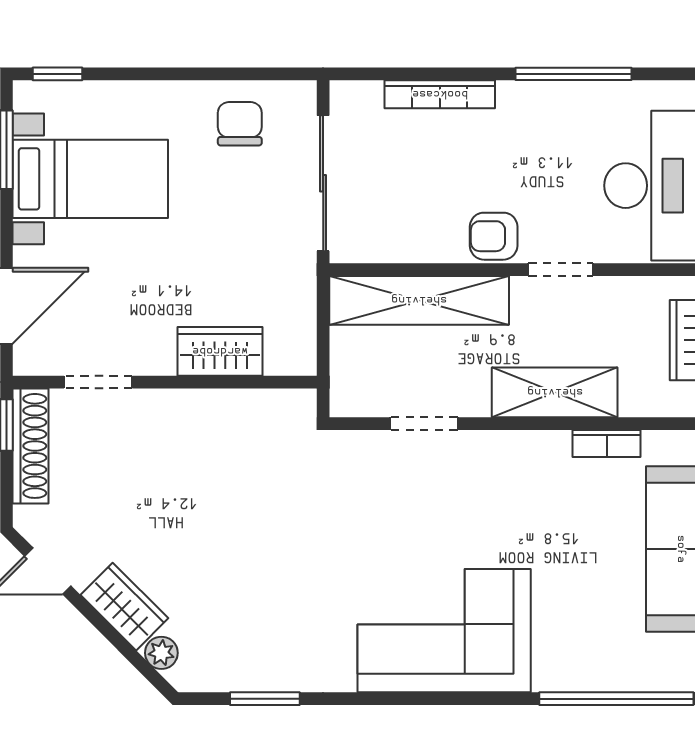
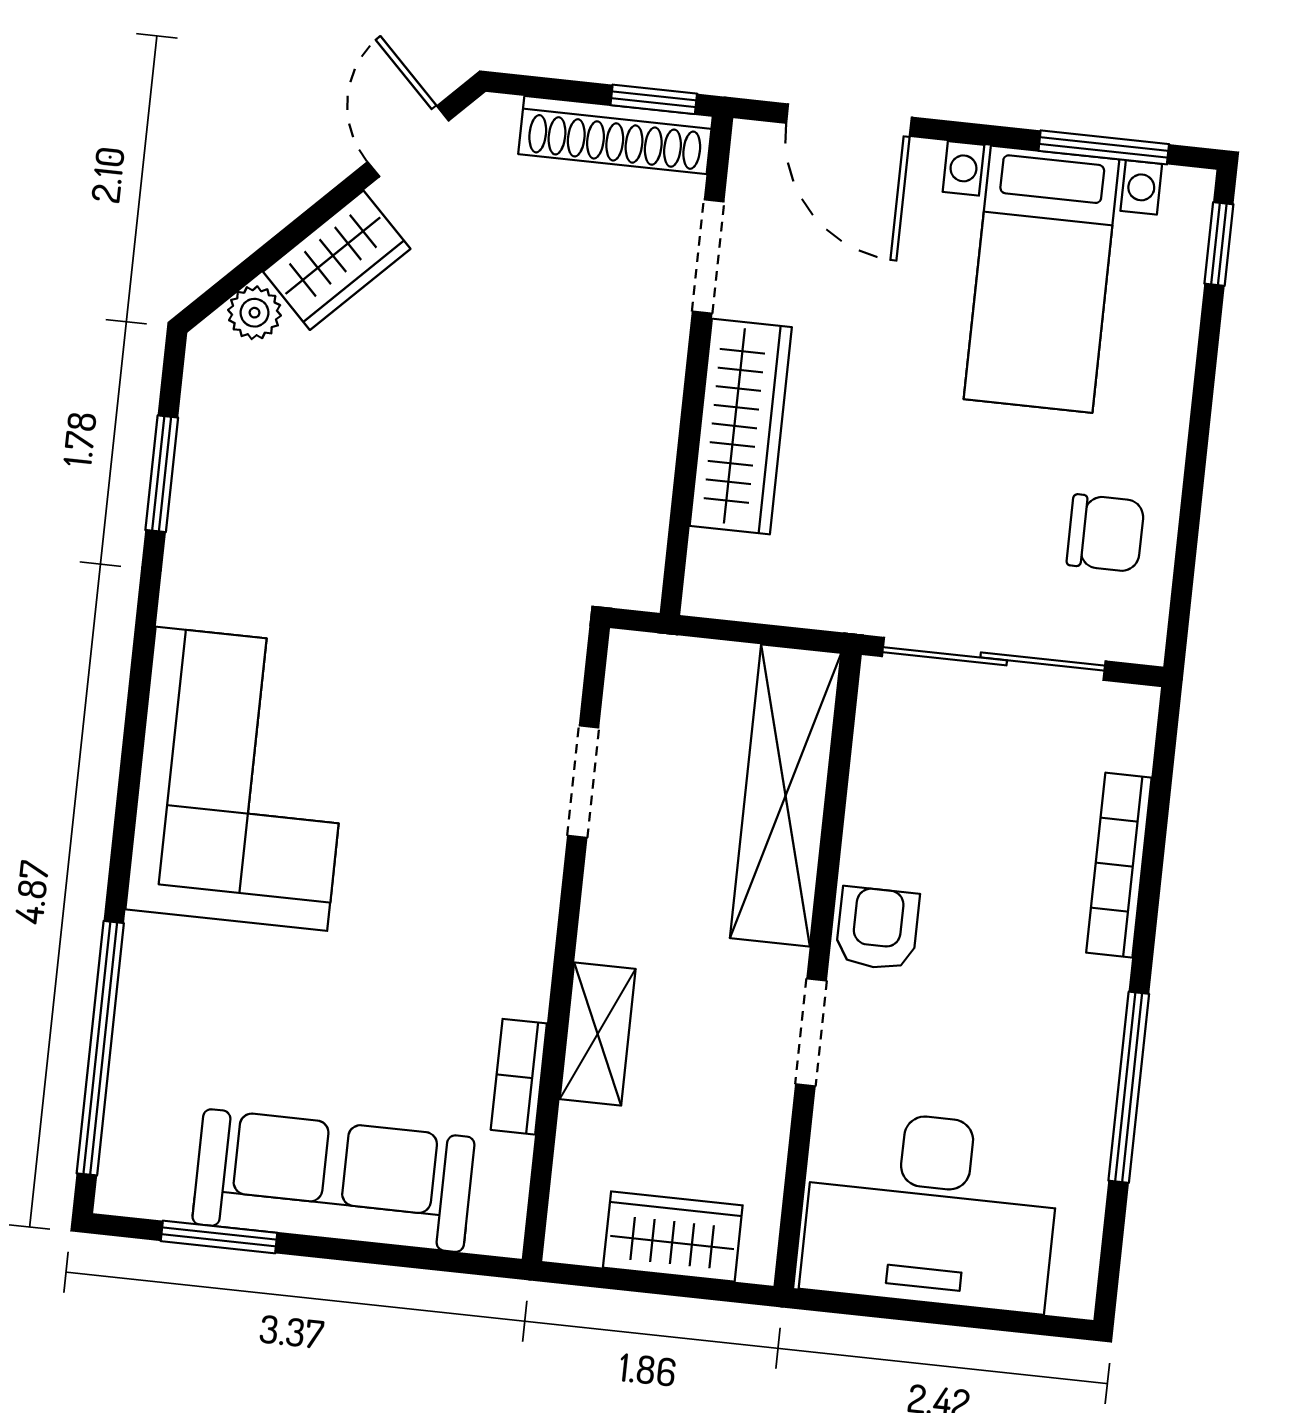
wardrobe: (220, 351) -> (741, 427), width x1.50
shelving: (555, 392) -> (598, 1034), width x0.67, depth x0.75

